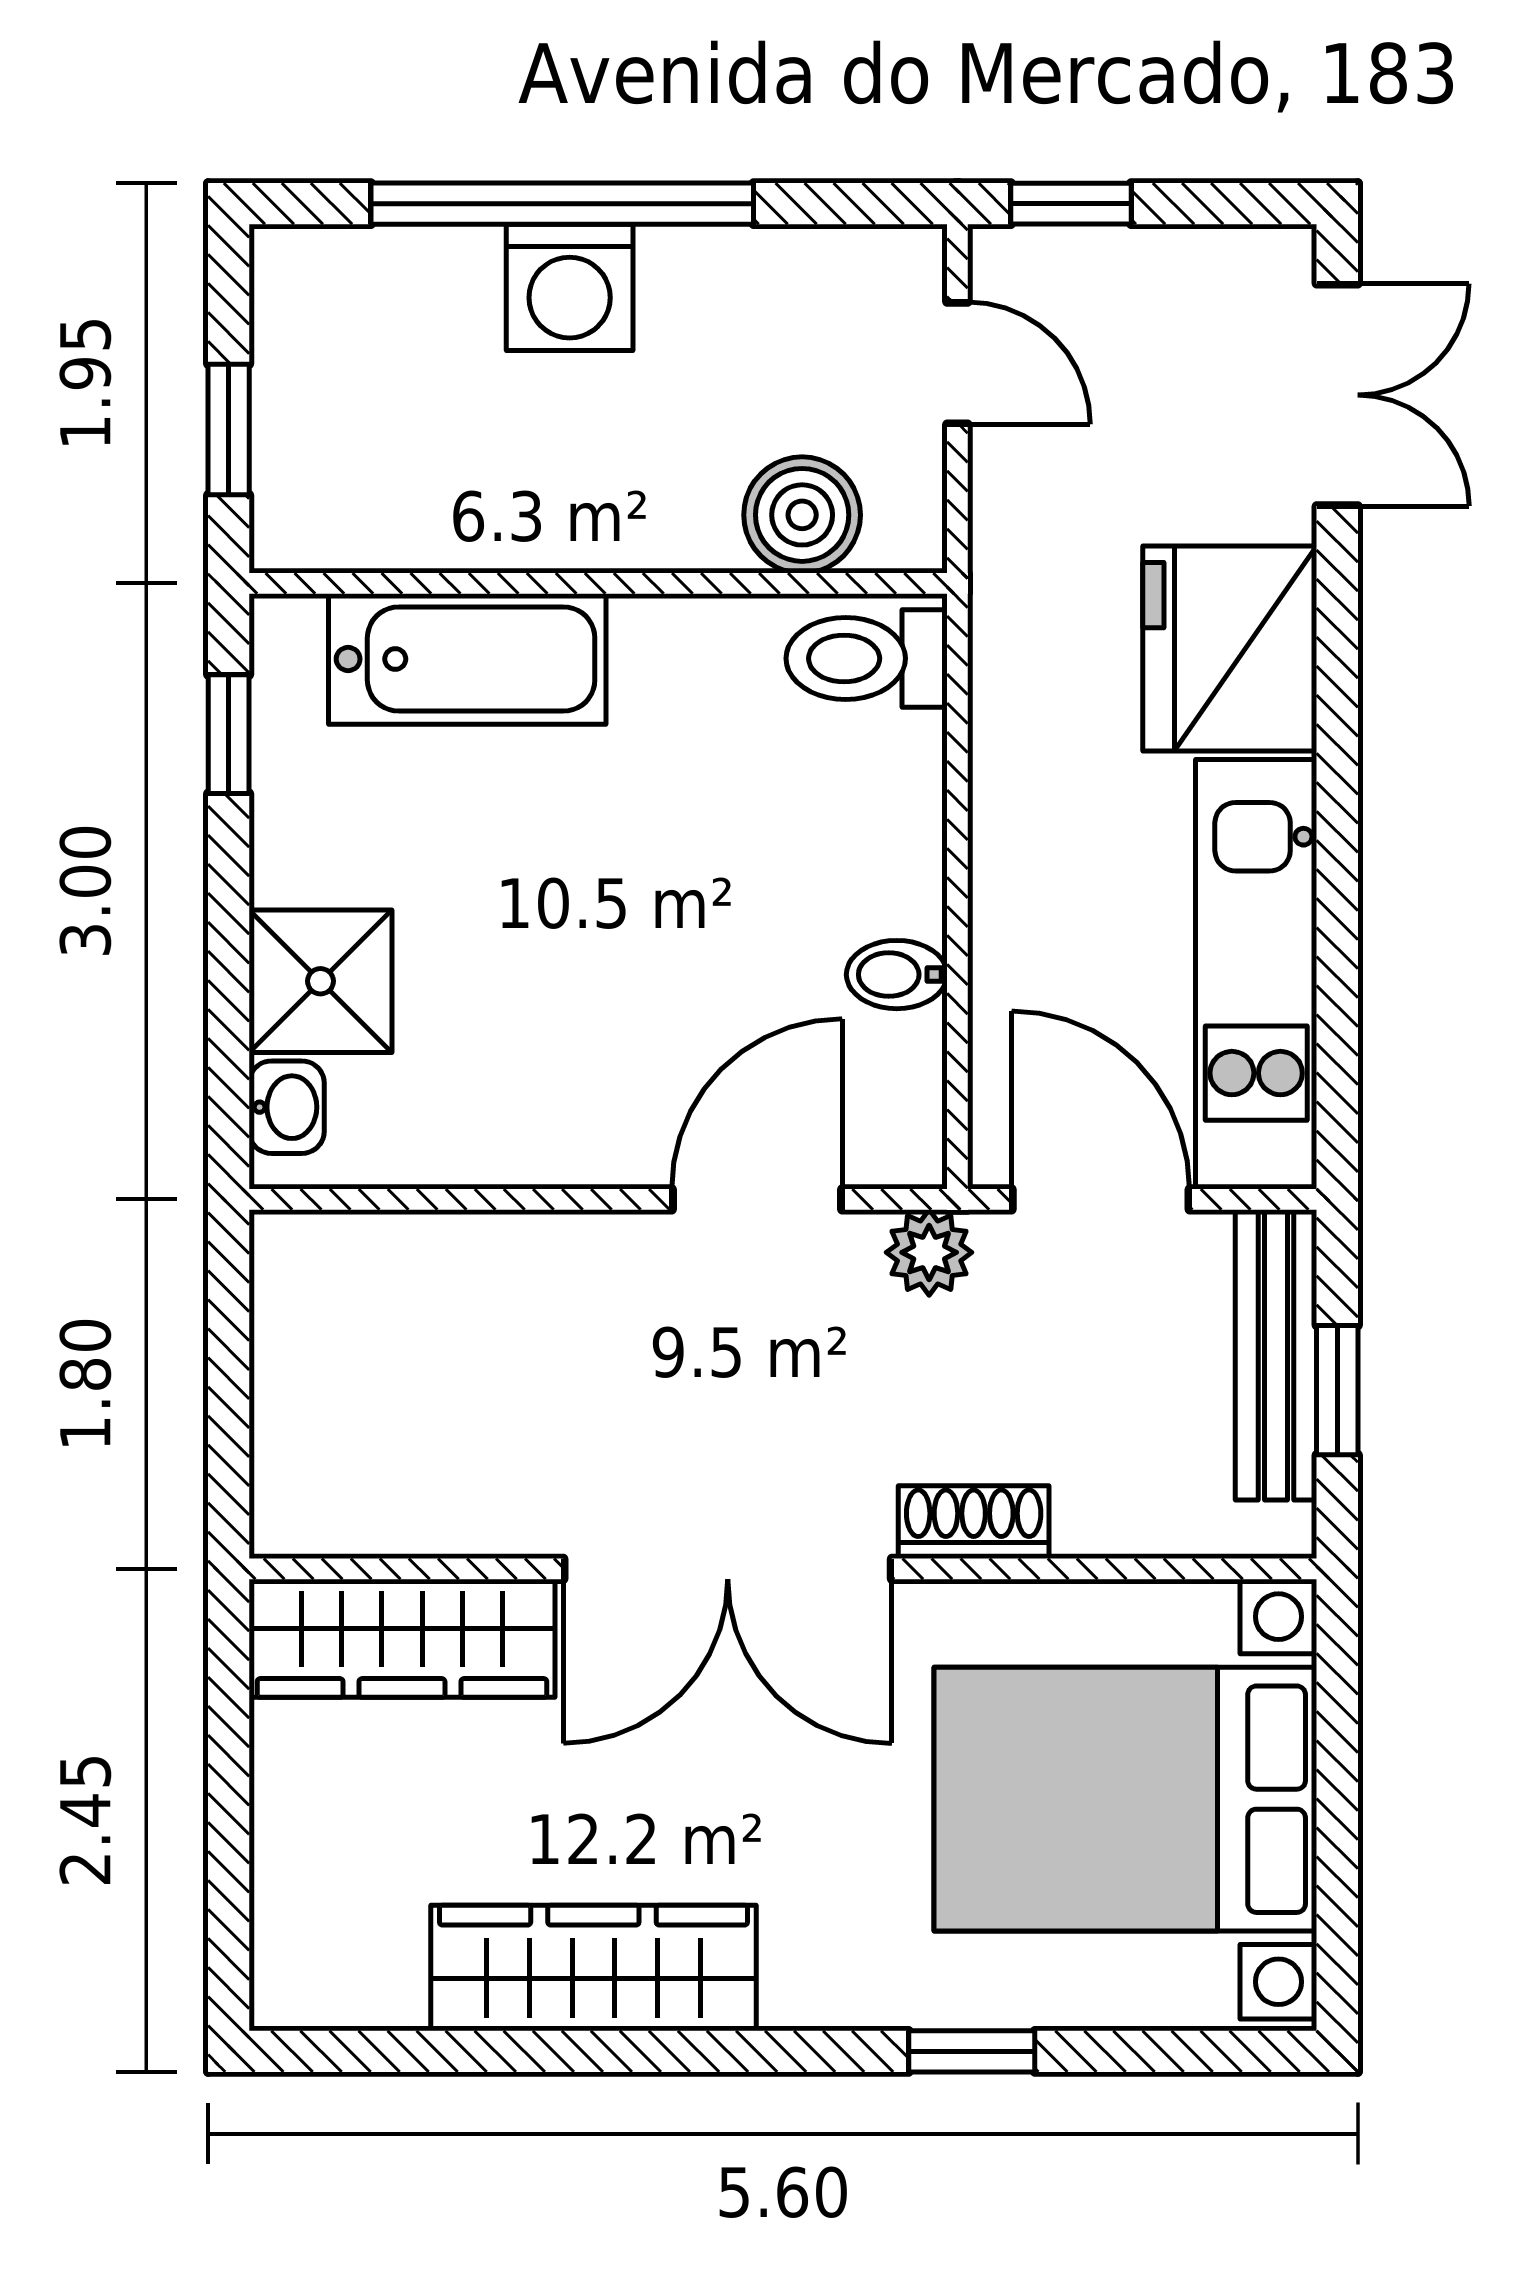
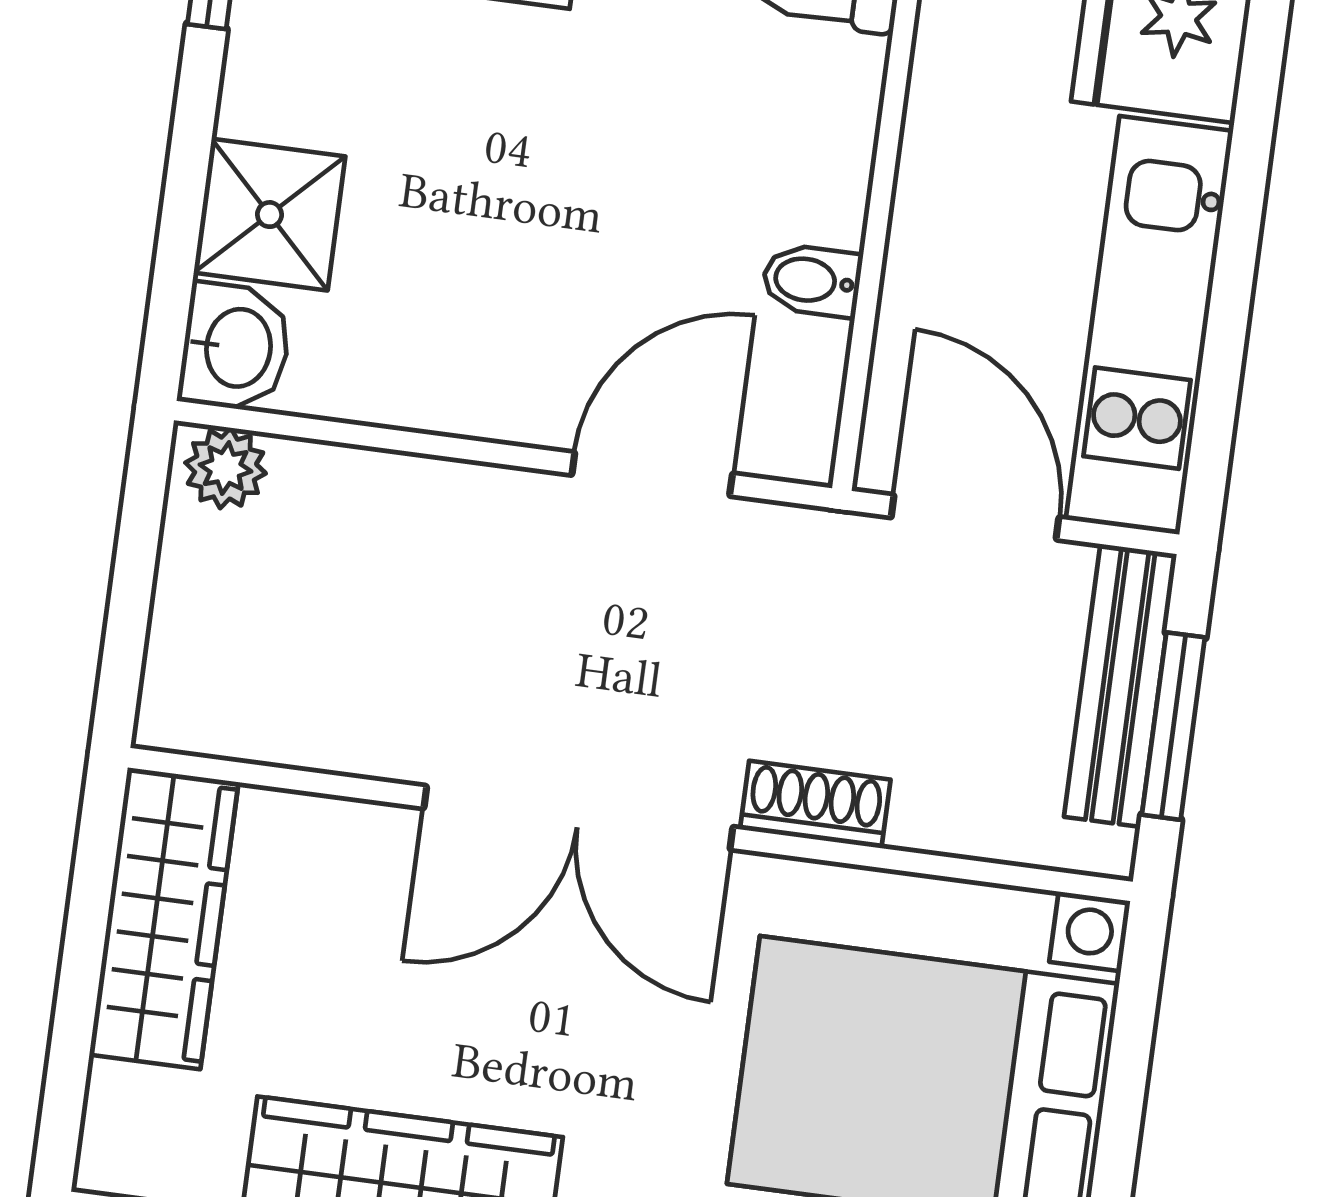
washbasin: (287, 1107) -> (235, 347), width x1.38, depth x1.45
plant: (929, 1252) -> (226, 468), moved
window: (1337, 1390) -> (1173, 726), width x1.50
wardrobe: (402, 1638) -> (164, 918), moved, turned -90

